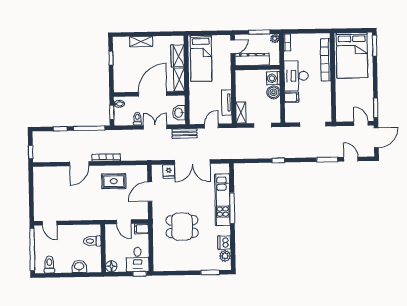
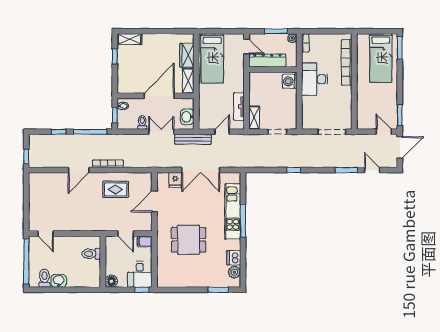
shelving: (141, 41) -> (129, 39), moved
door: (233, 47) -> (247, 46), hinge flipped
bed: (352, 55) -> (381, 58), width x0.67
boiler: (273, 92) -> (290, 96), removed
filing cabinet: (292, 97) -> (309, 102), removed
bench: (185, 133) -> (193, 139), width x1.36
washbasin: (79, 266) -> (59, 281), moved

